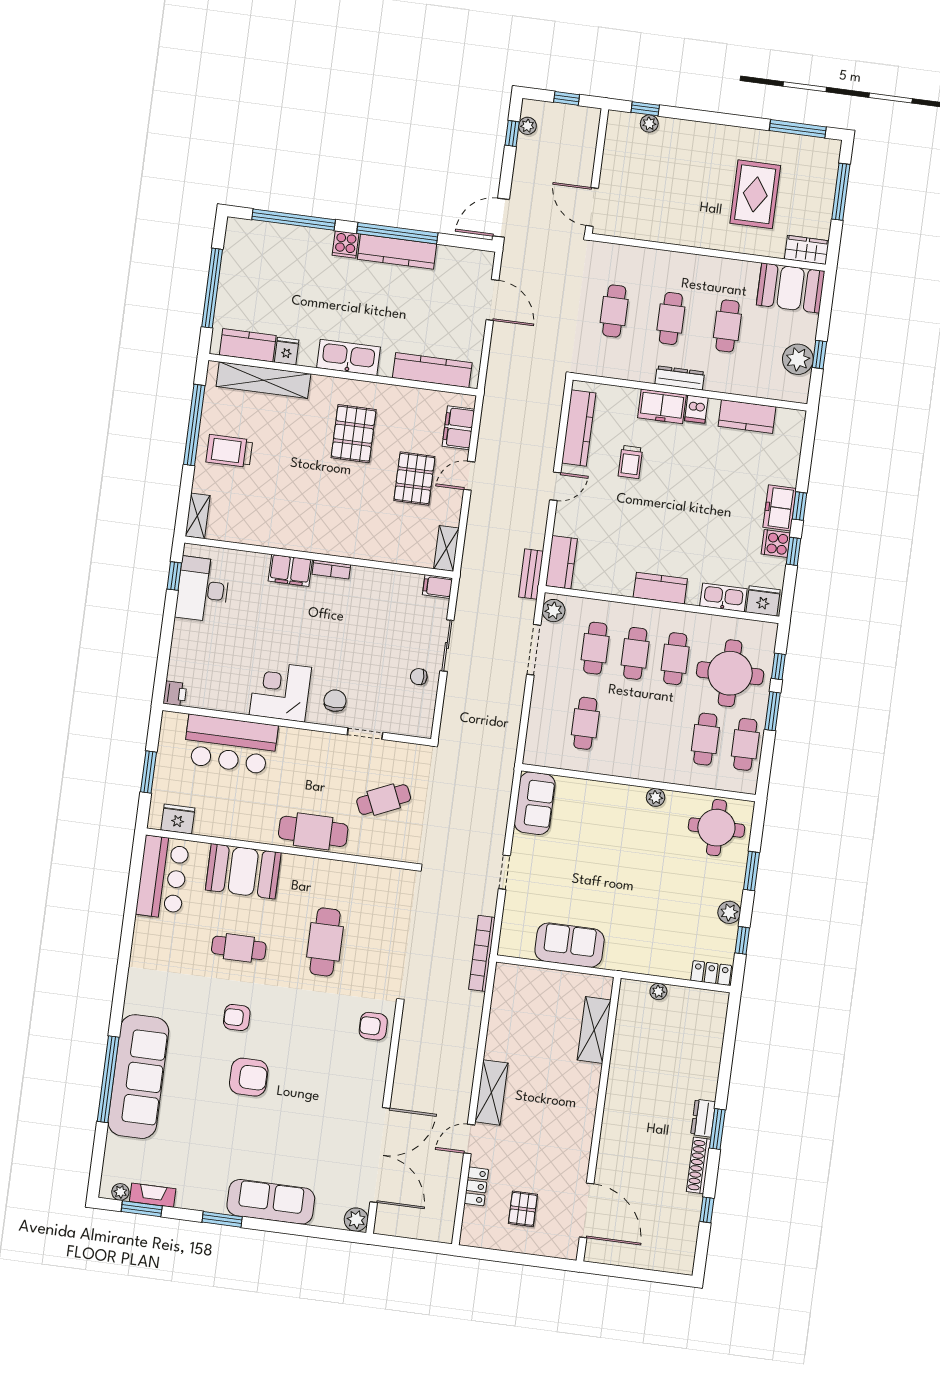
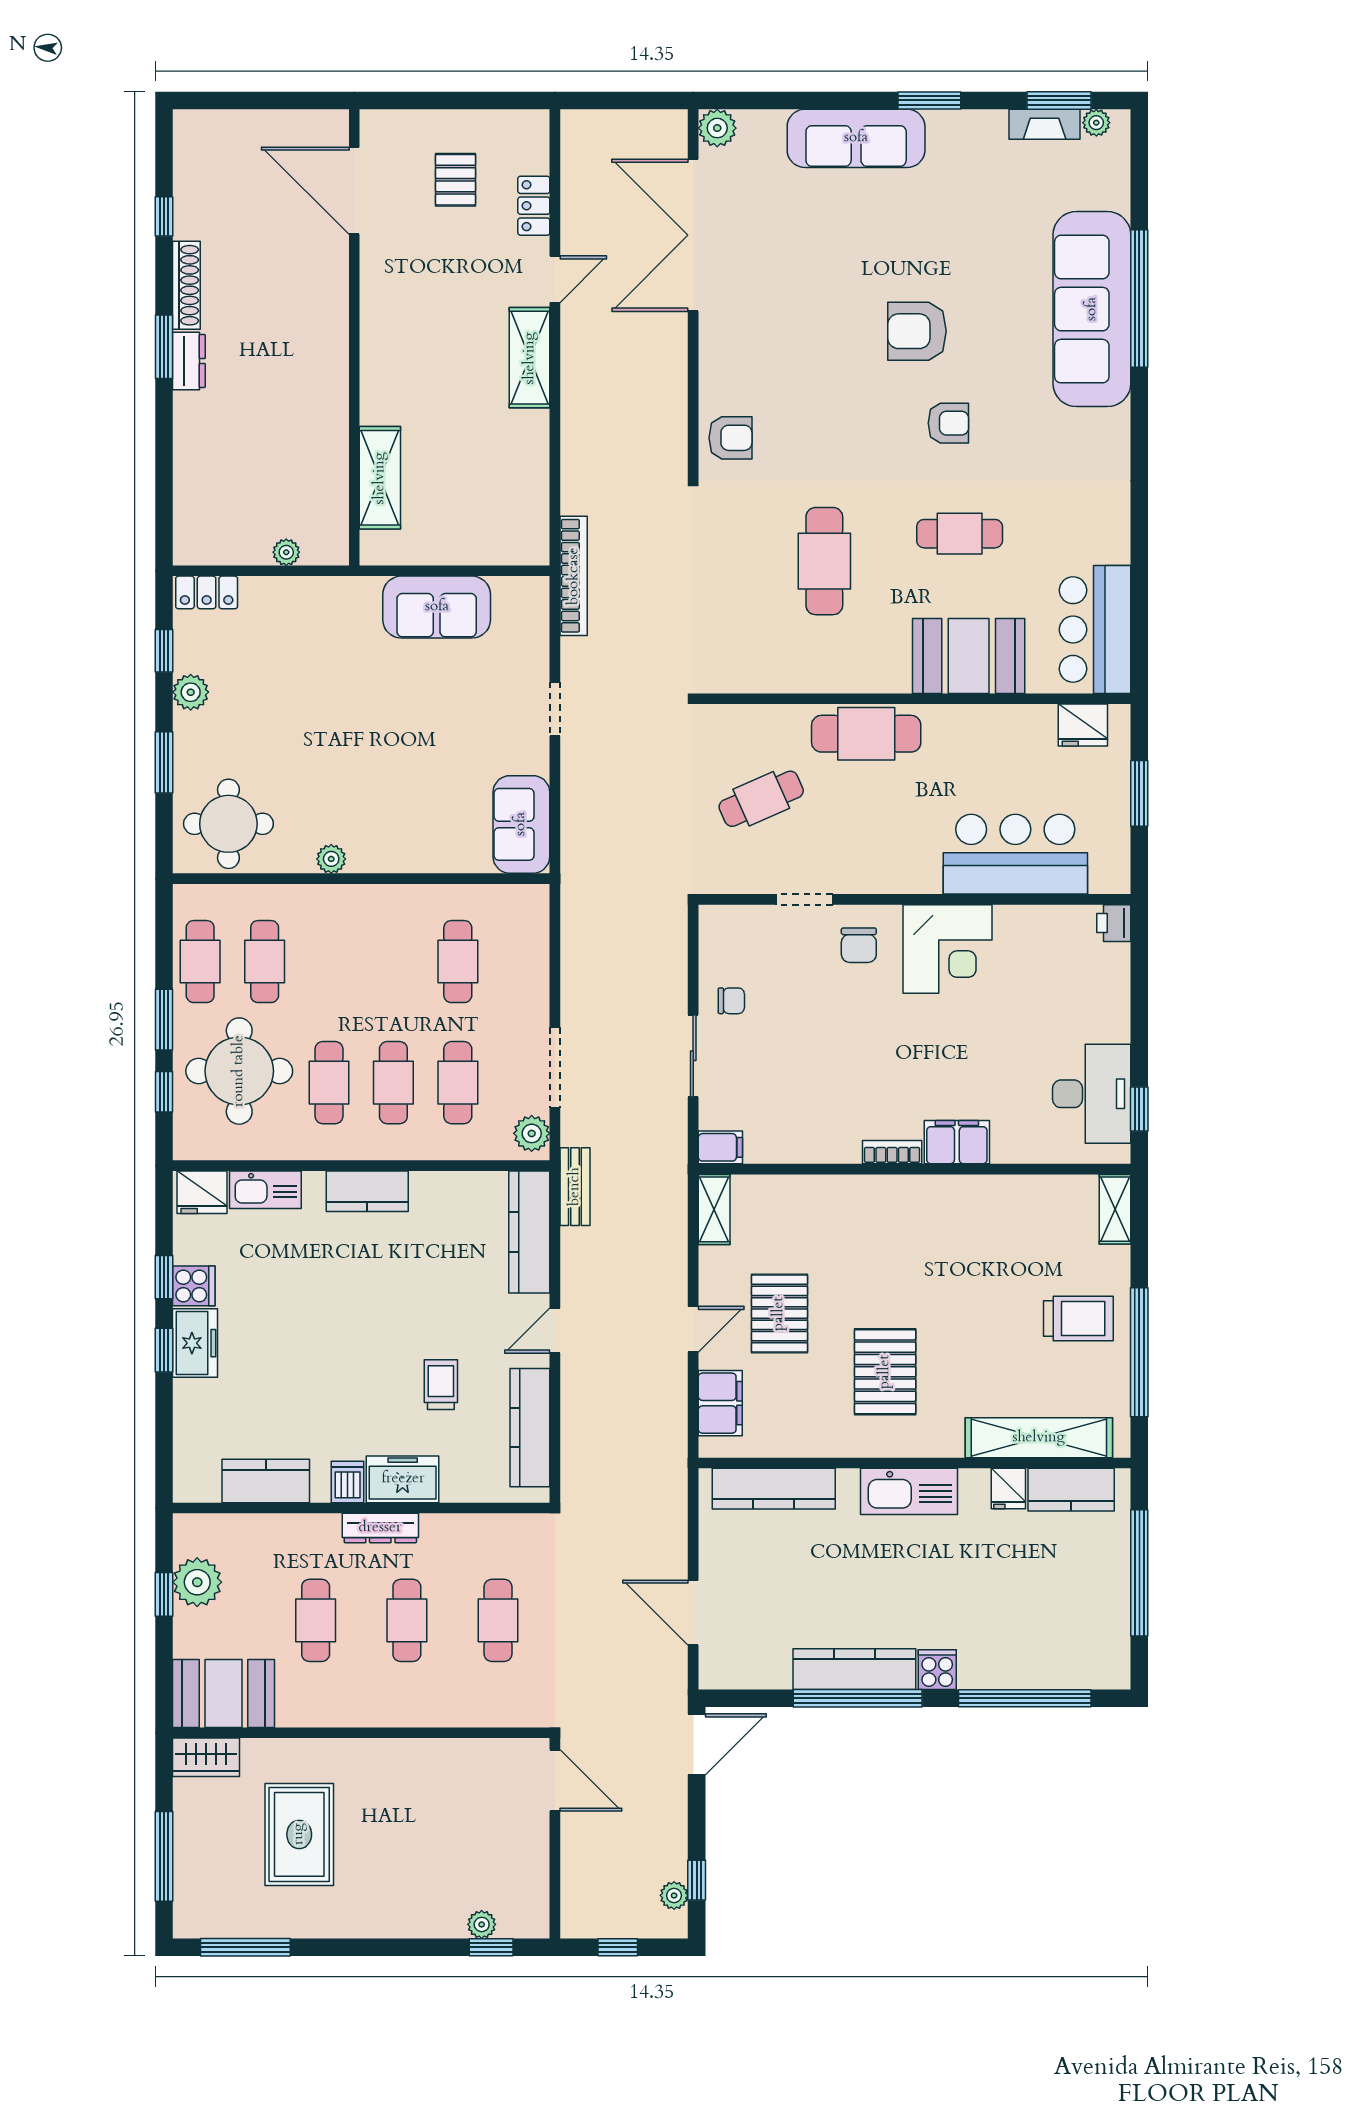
kitchen counter: (561, 562) -> (529, 1232), width x1.50

